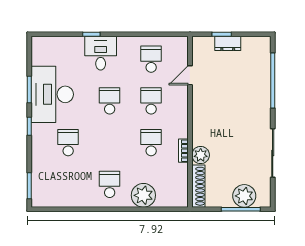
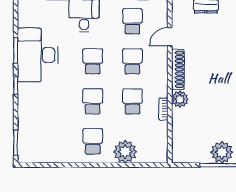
school desk: (68, 143) -> (93, 101), moved
plant: (201, 155) -> (180, 99), moved
shoe rack: (198, 186) -> (178, 69), moved

